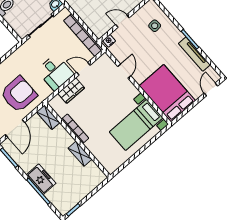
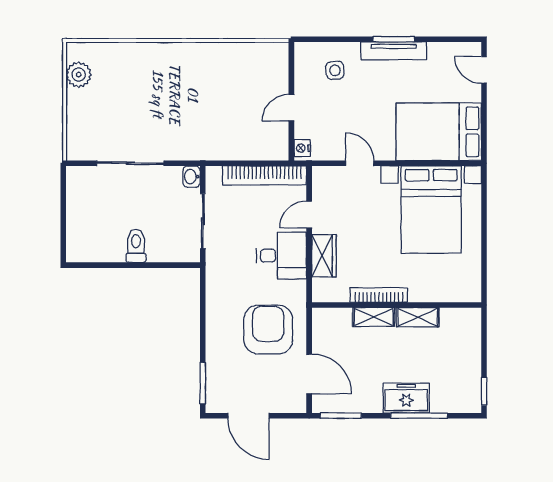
tv unit: (194, 54) -> (394, 51), moved
shelving: (48, 117) -> (374, 317), moved
bed with nightstands: (136, 125) -> (431, 210), width x1.36

